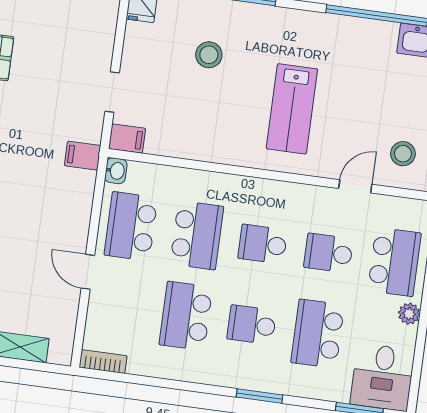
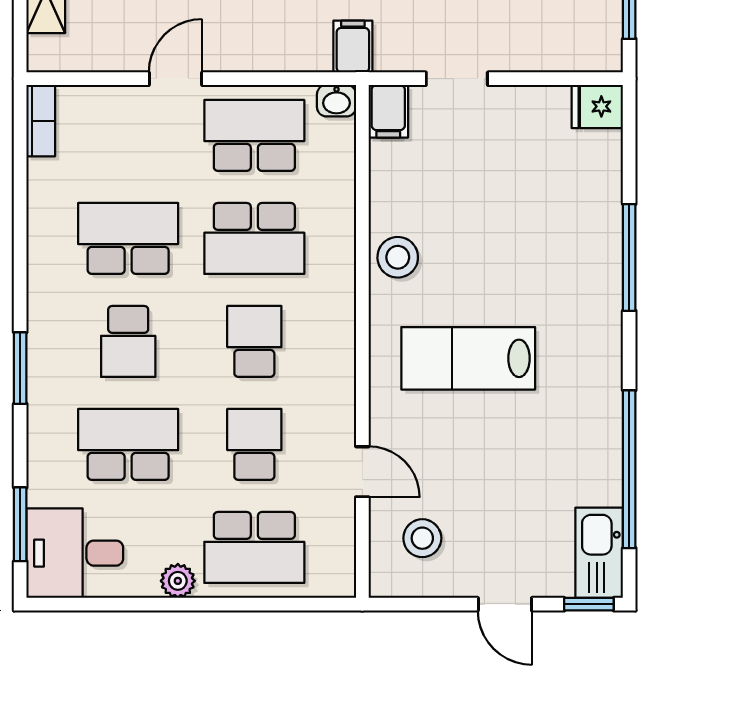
stool: (209, 55) -> (398, 257), moved
school desk: (252, 325) -> (128, 341), turned 180

